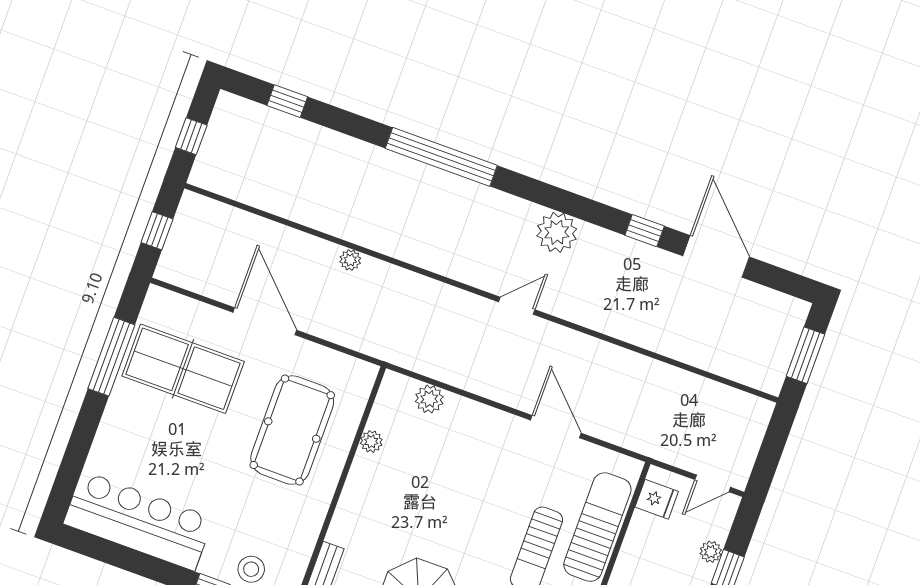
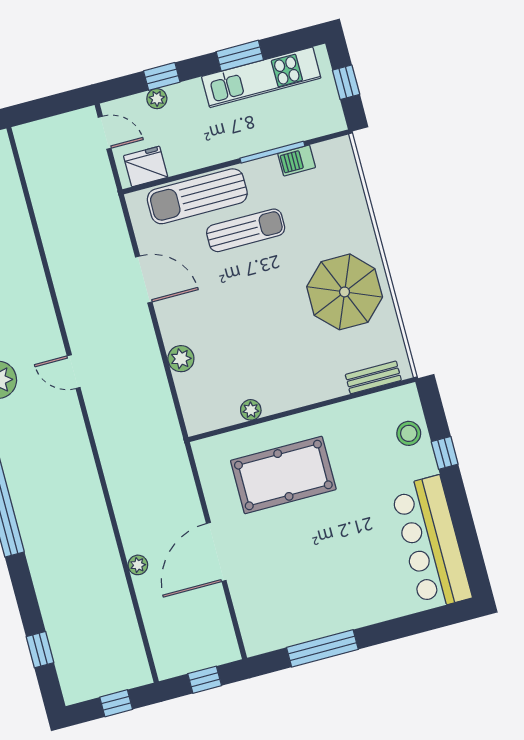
plant: (350, 260) -> (138, 565), moved
table tennis table: (183, 369) -> (294, 588), removed
plant: (429, 399) -> (181, 359), moved
door: (556, 427) -> (144, 280), swing flipped
fridge: (657, 499) -> (146, 166), width x1.38

